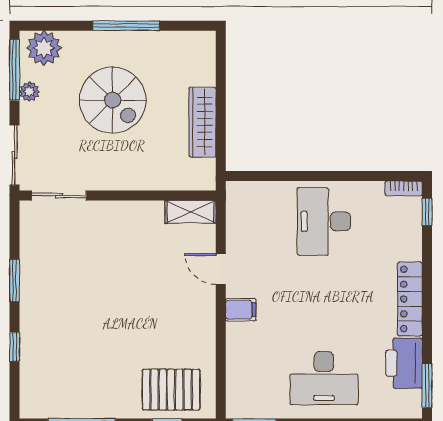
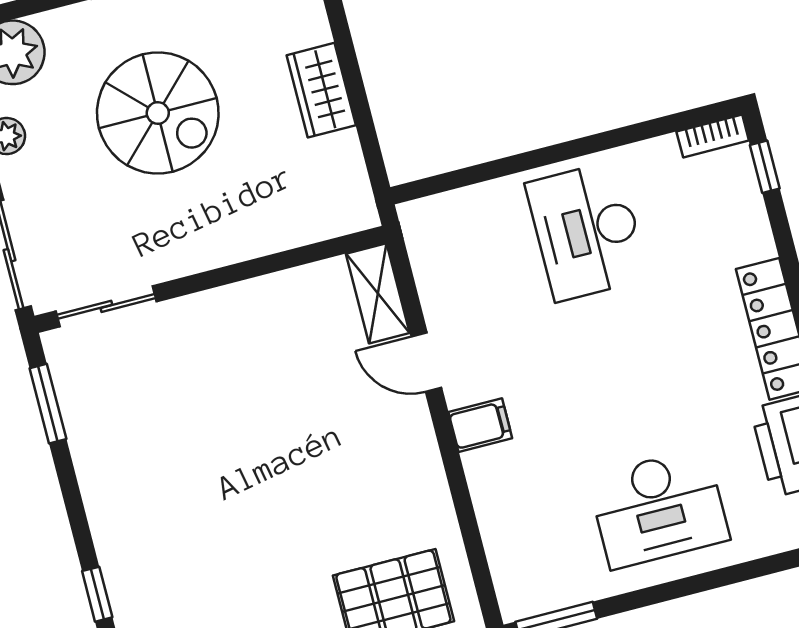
wardrobe: (202, 122) -> (321, 90), width x0.67
shelving: (191, 212) -> (378, 293), moved, turned 90
window: (15, 280) -> (48, 404), moved

